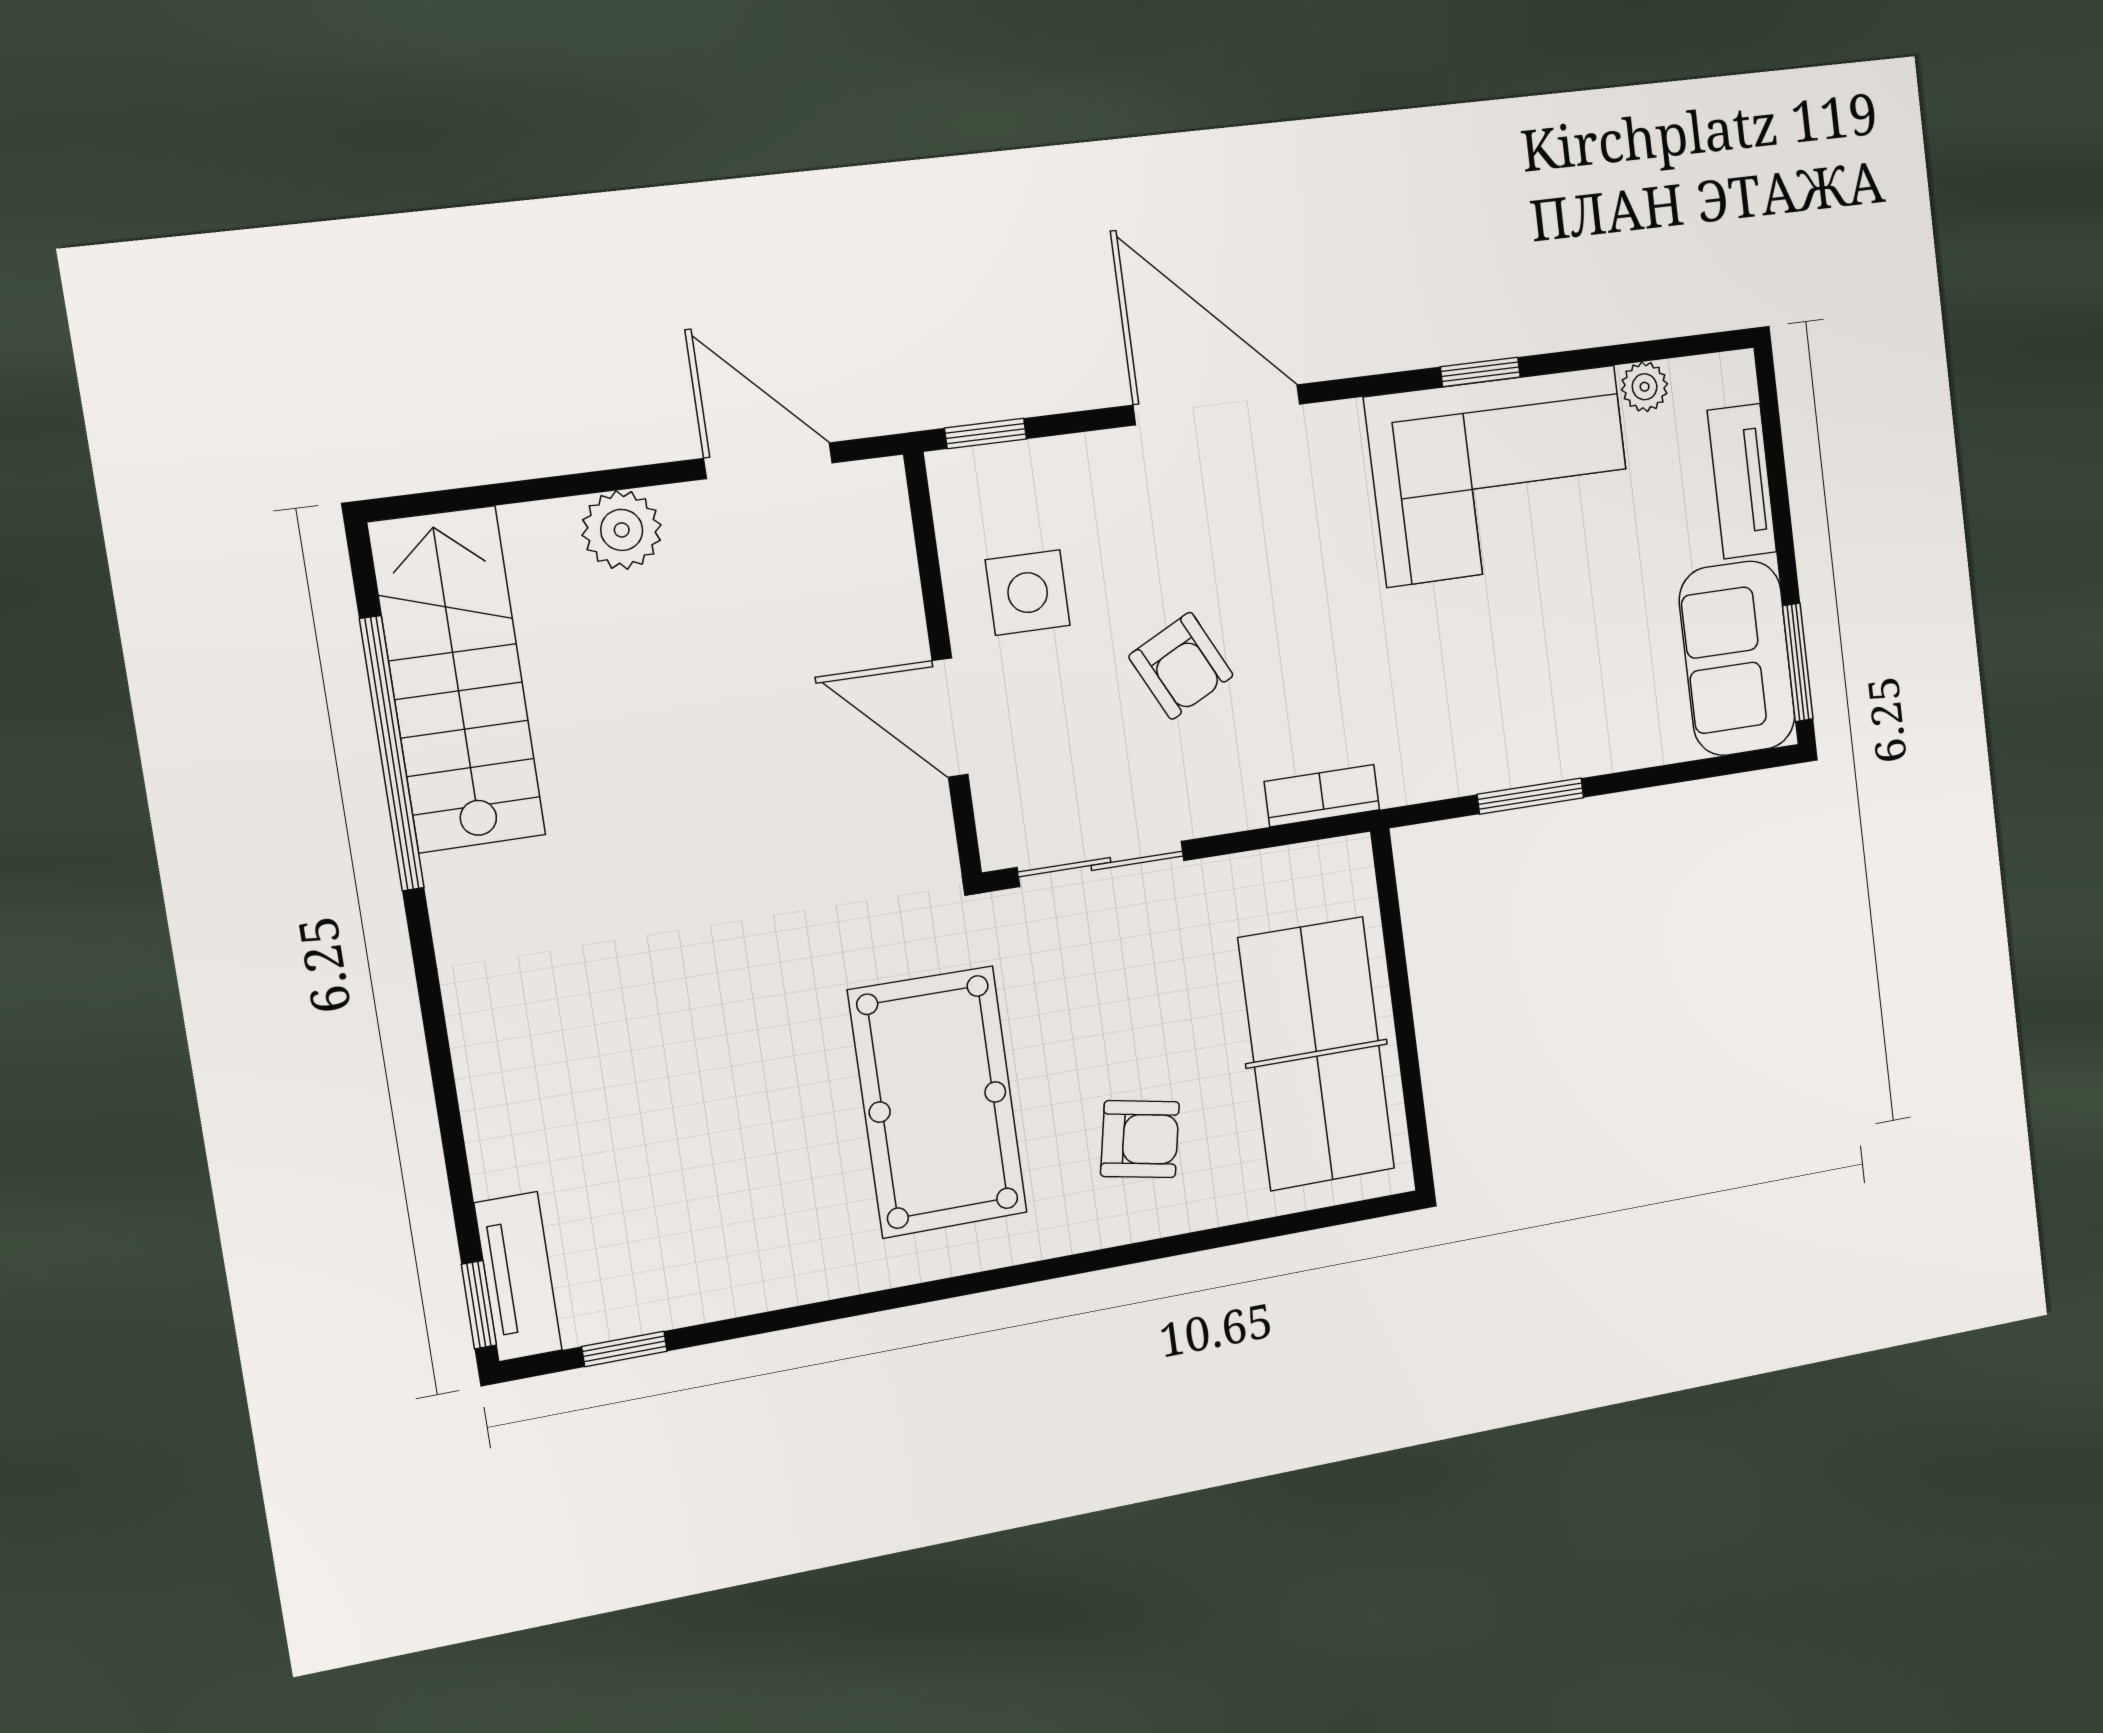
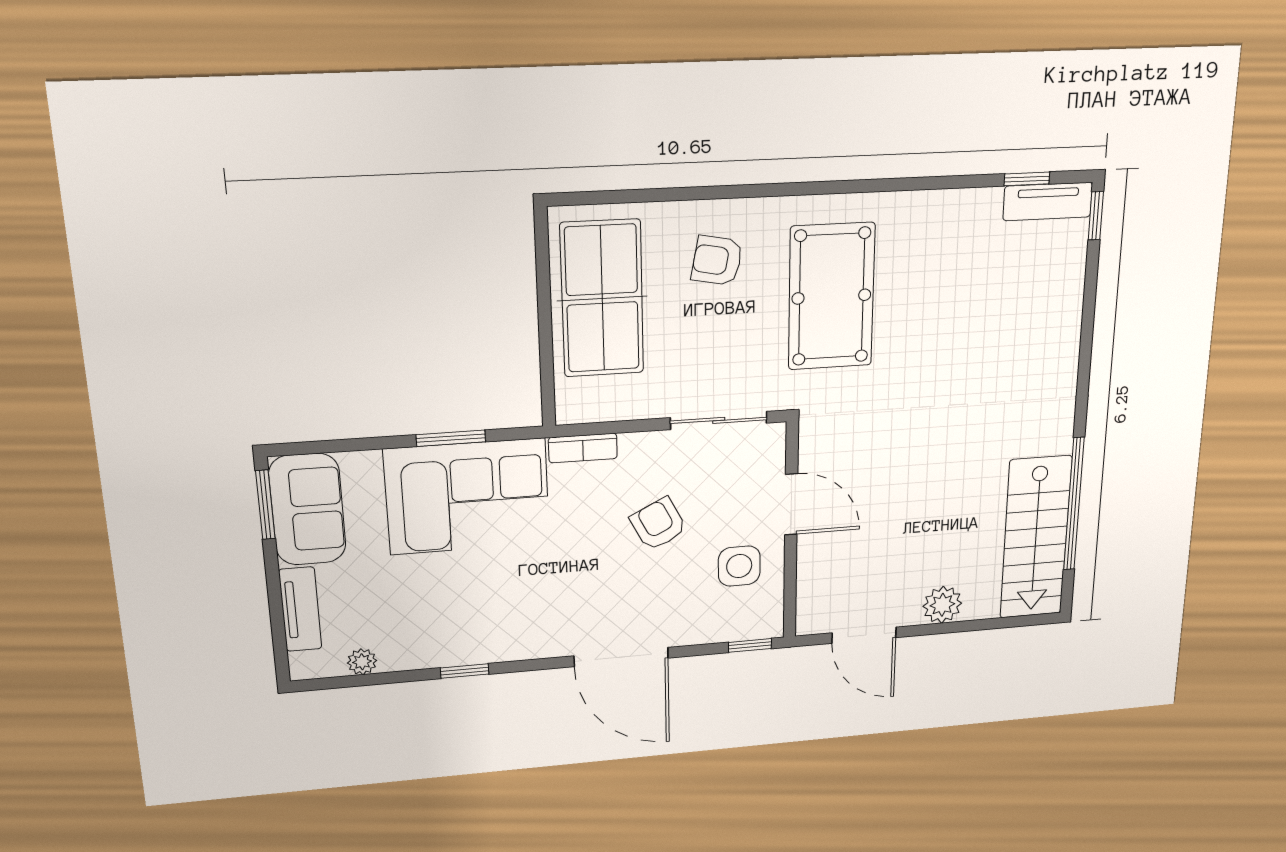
corner sofa: (1501, 476) -> (468, 497), moved, turned 180
tv unit: (518, 1277) -> (1048, 202), moved, turned -90

